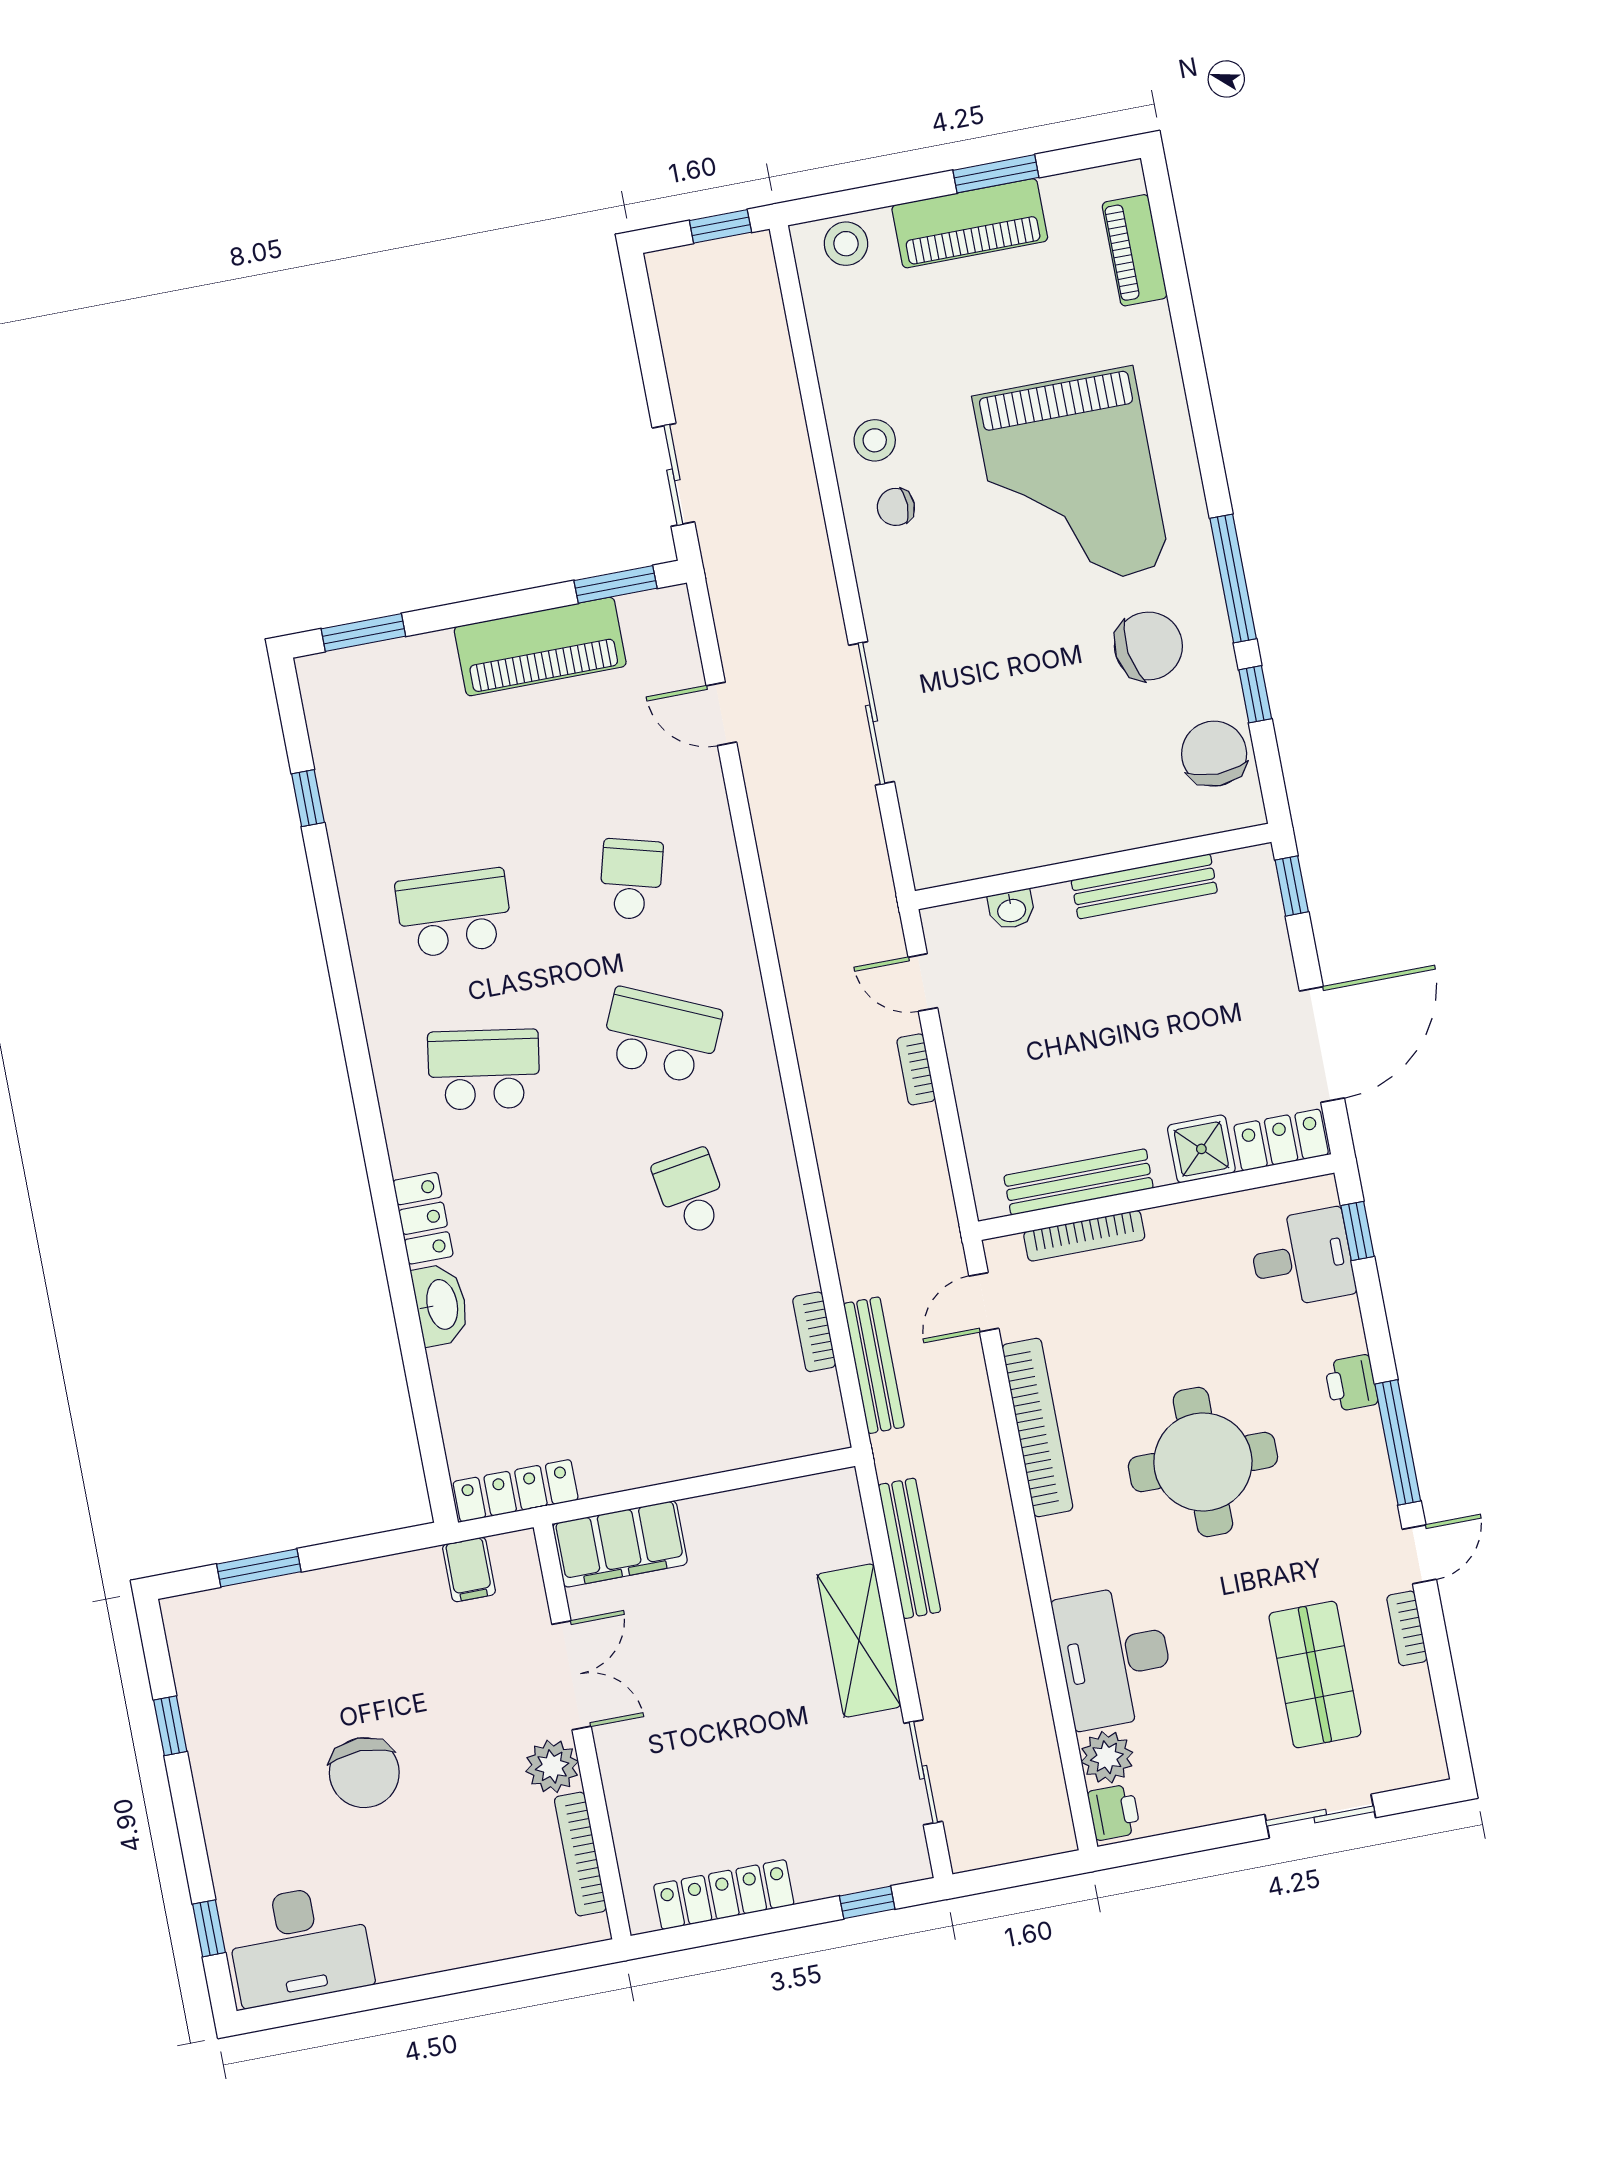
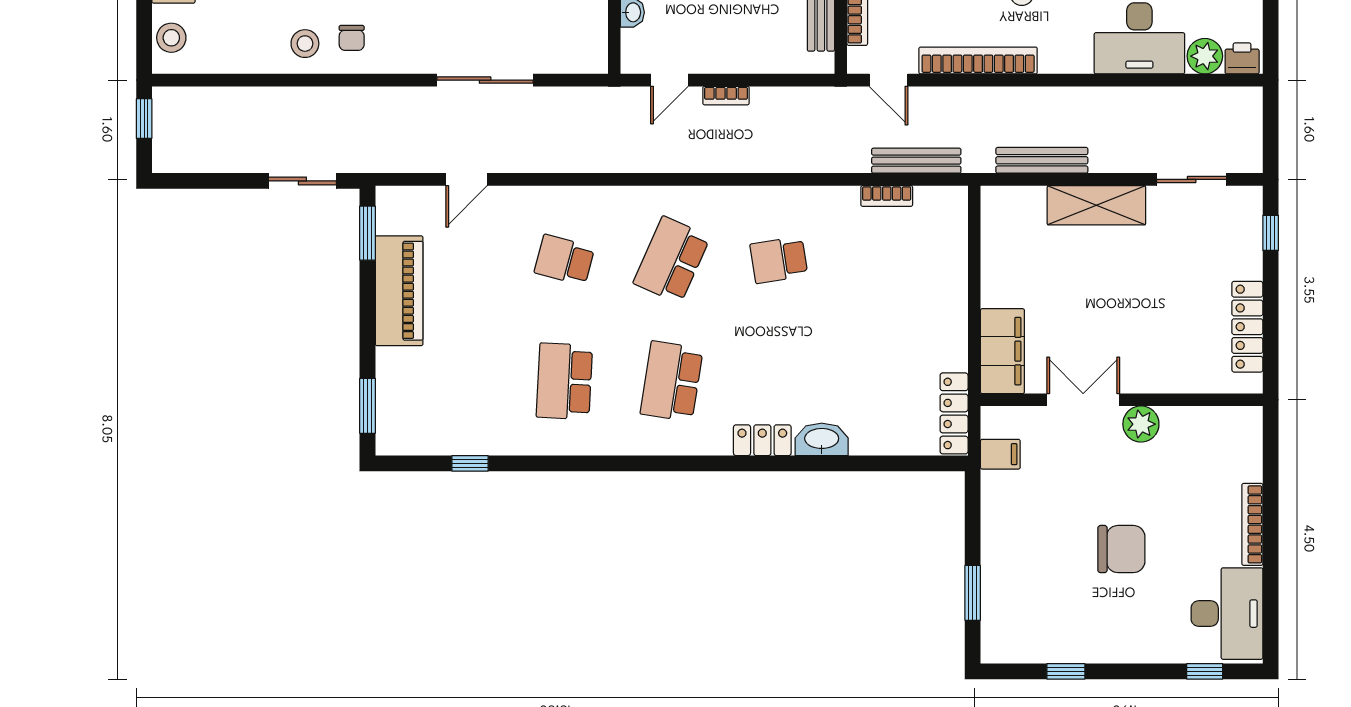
bookcase: (580, 1854) -> (1252, 524), moved, turned 90

